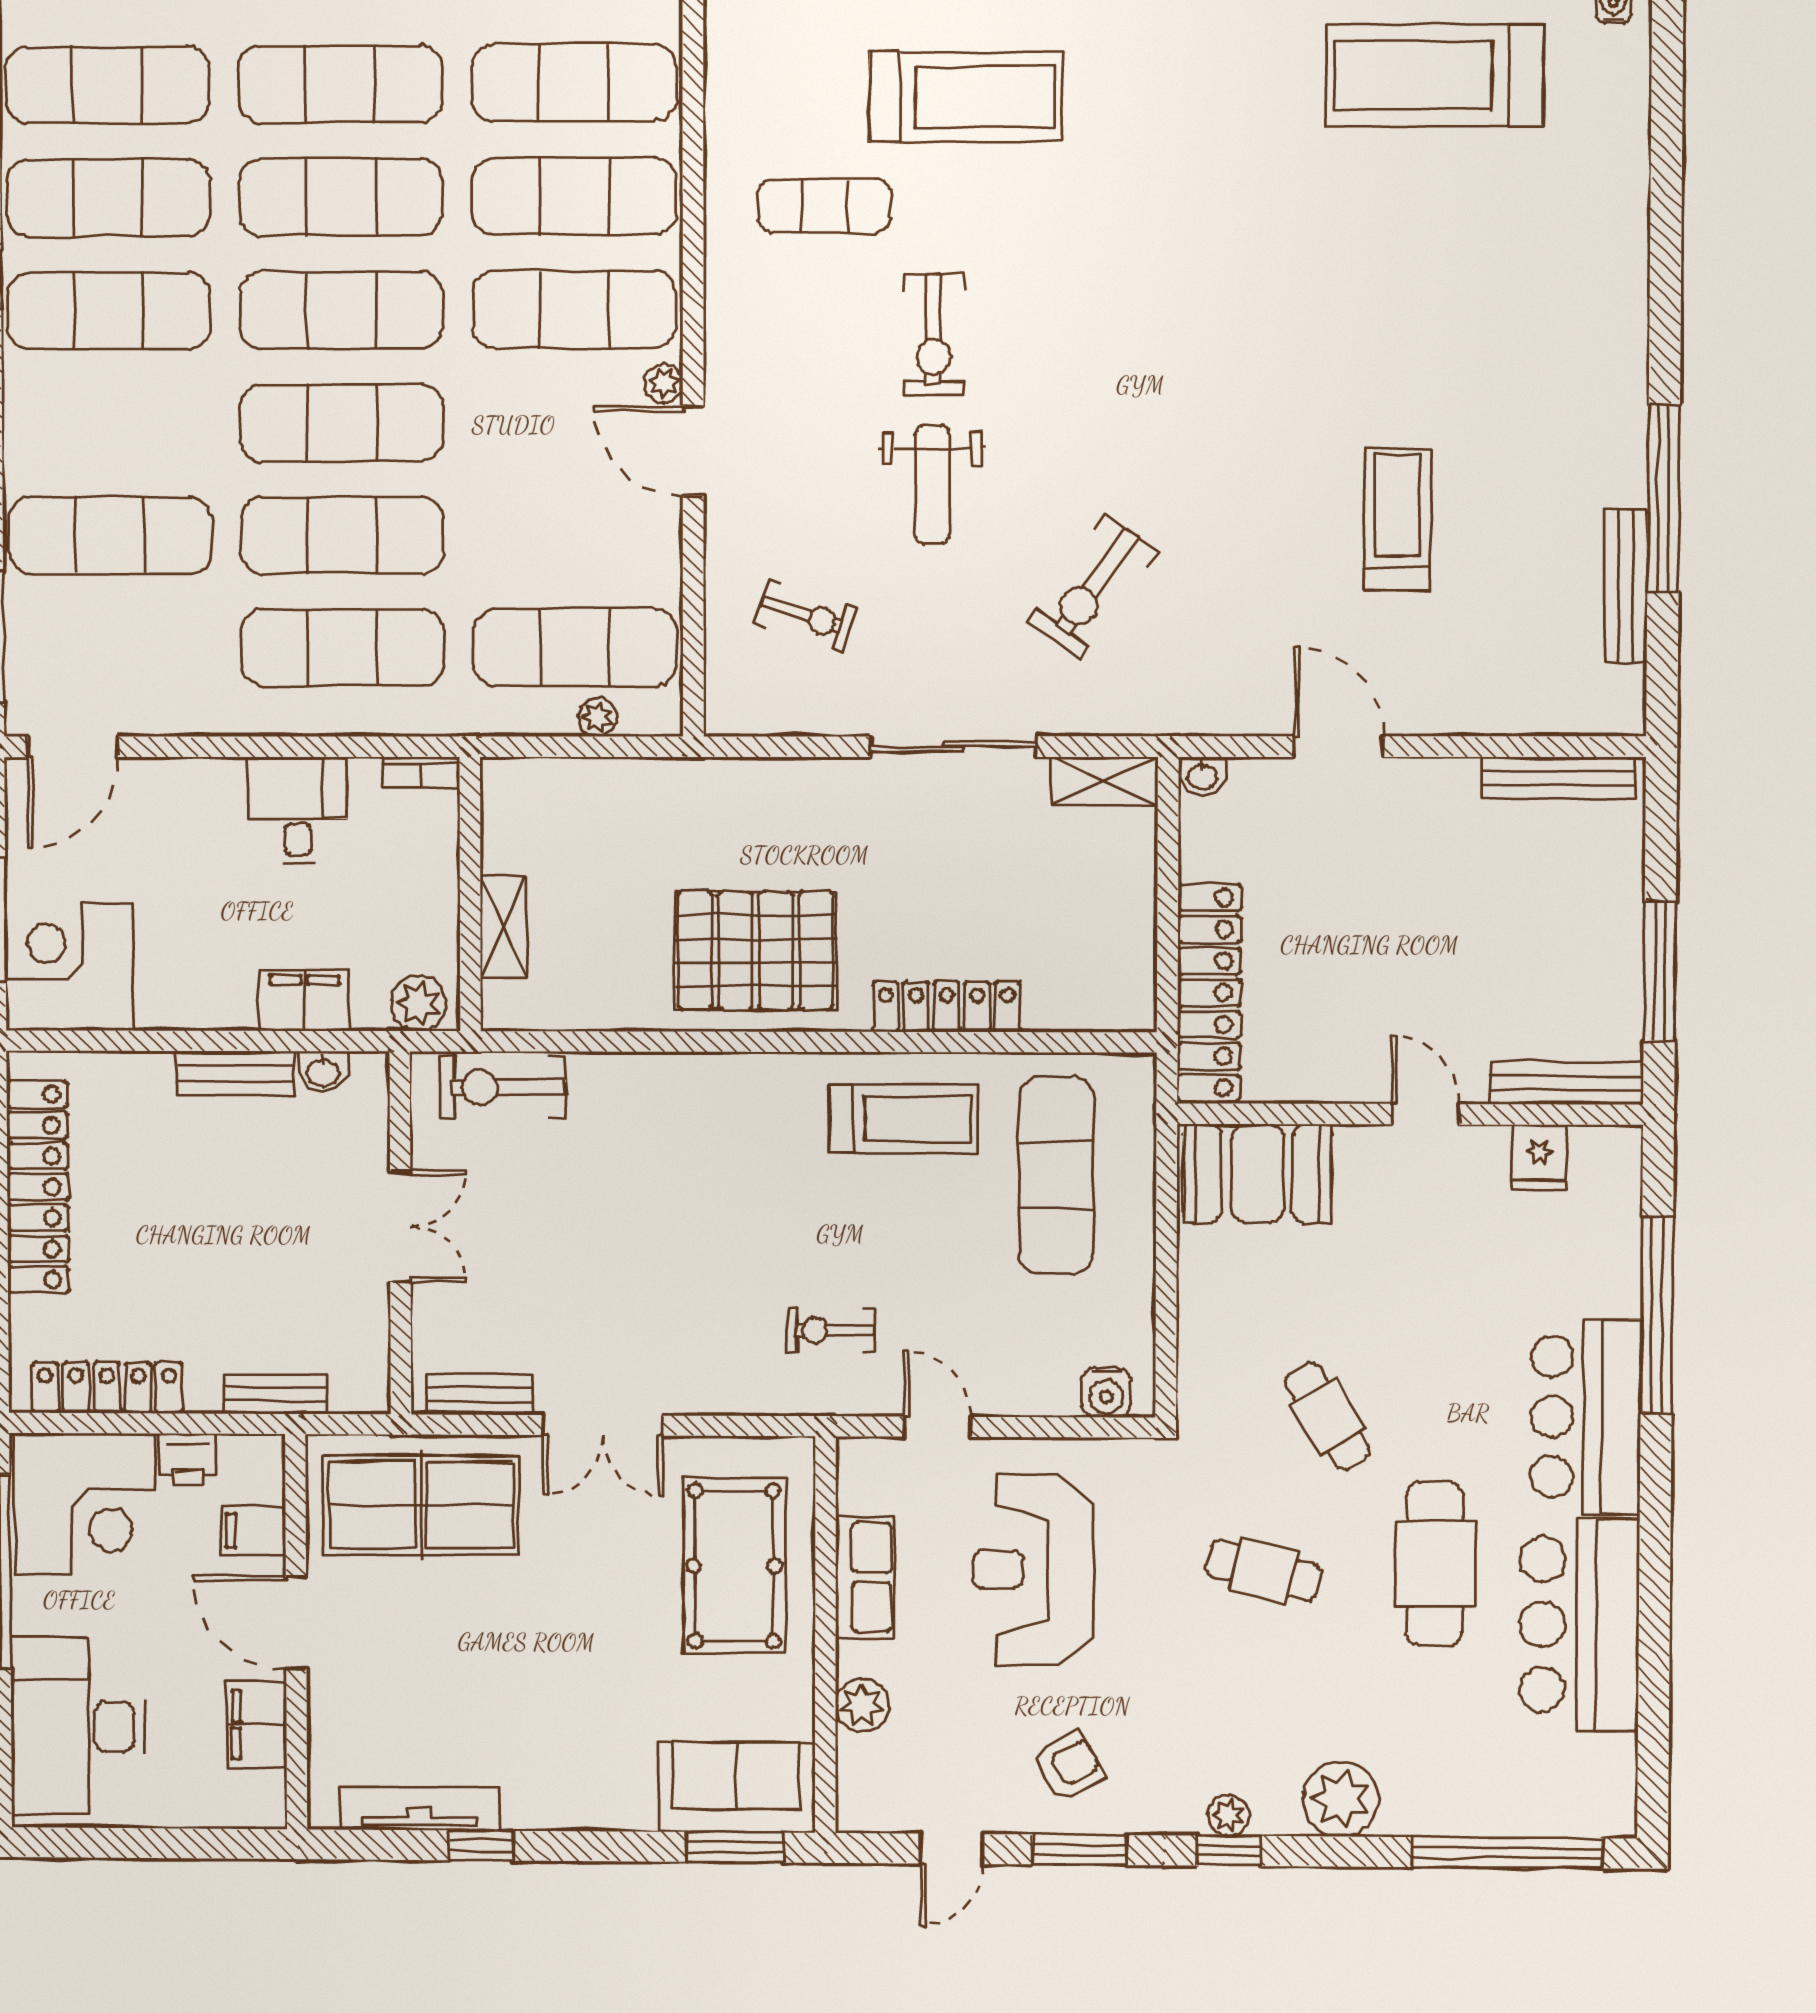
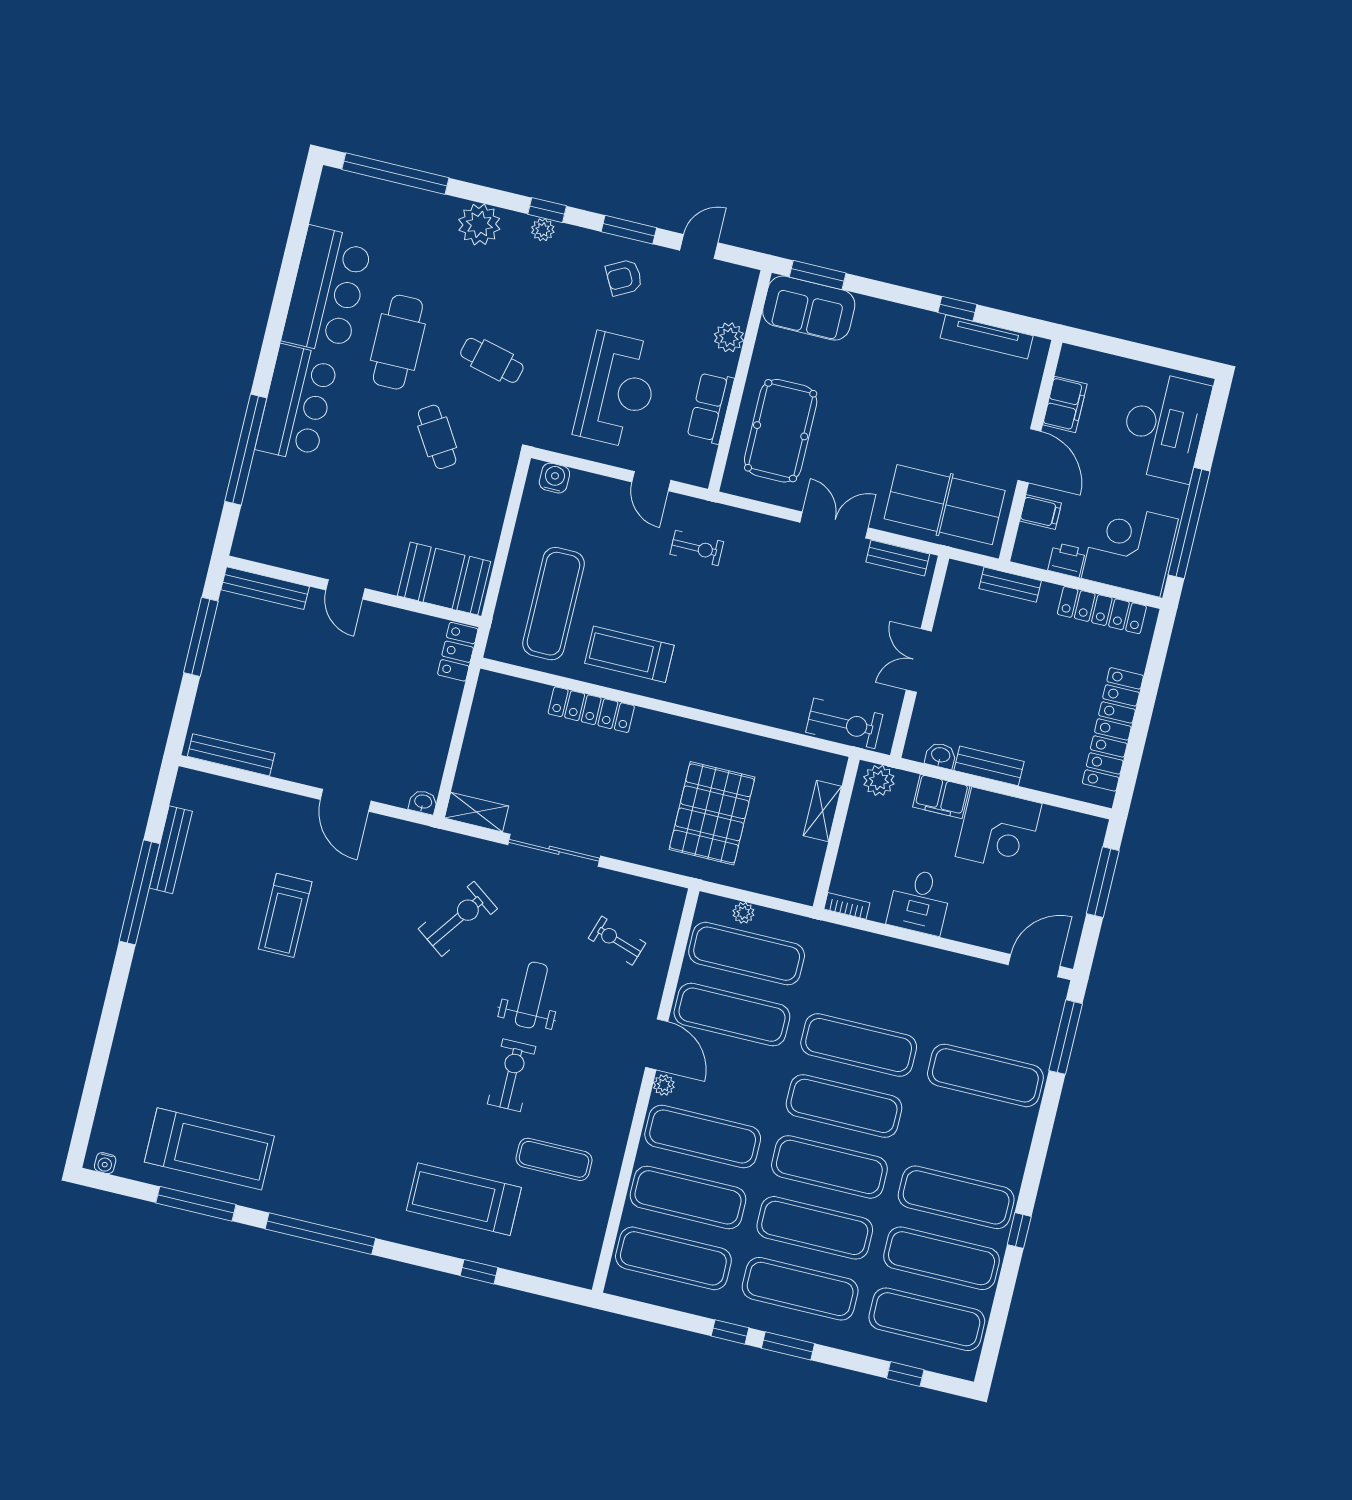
exercise mat: (343, 648) -> (732, 1015), moved
pallet: (755, 951) -> (712, 813), moved, turned 90
corner desk: (69, 967) -> (999, 830), moved
locker: (1209, 993) -> (458, 652), width x0.46, depth x0.83
fridge: (1539, 1157) -> (289, 551), removed

